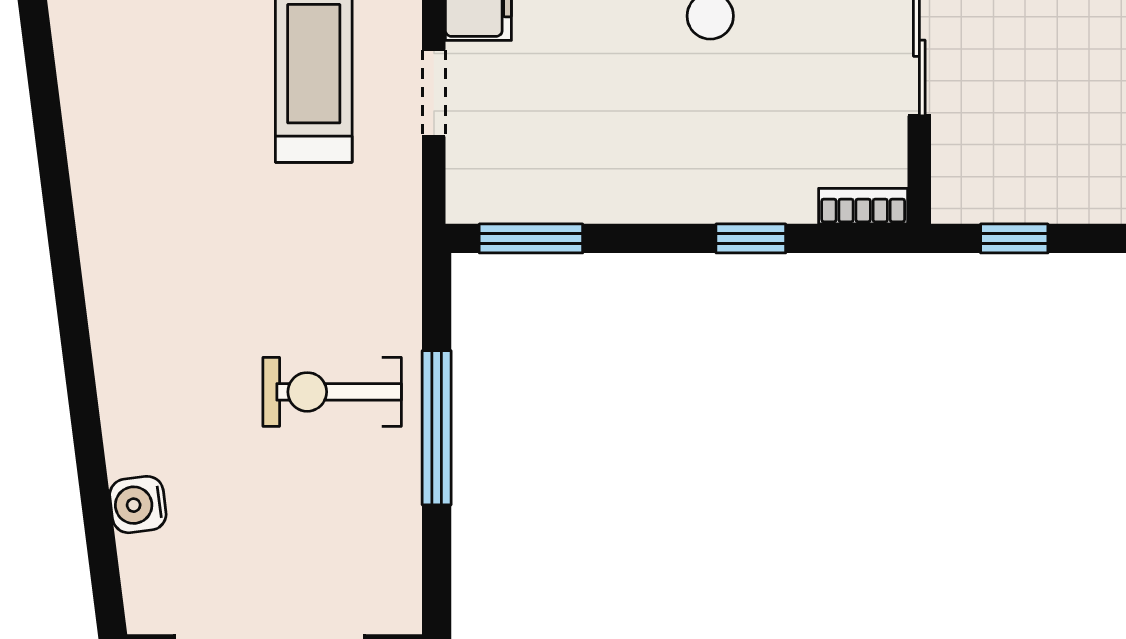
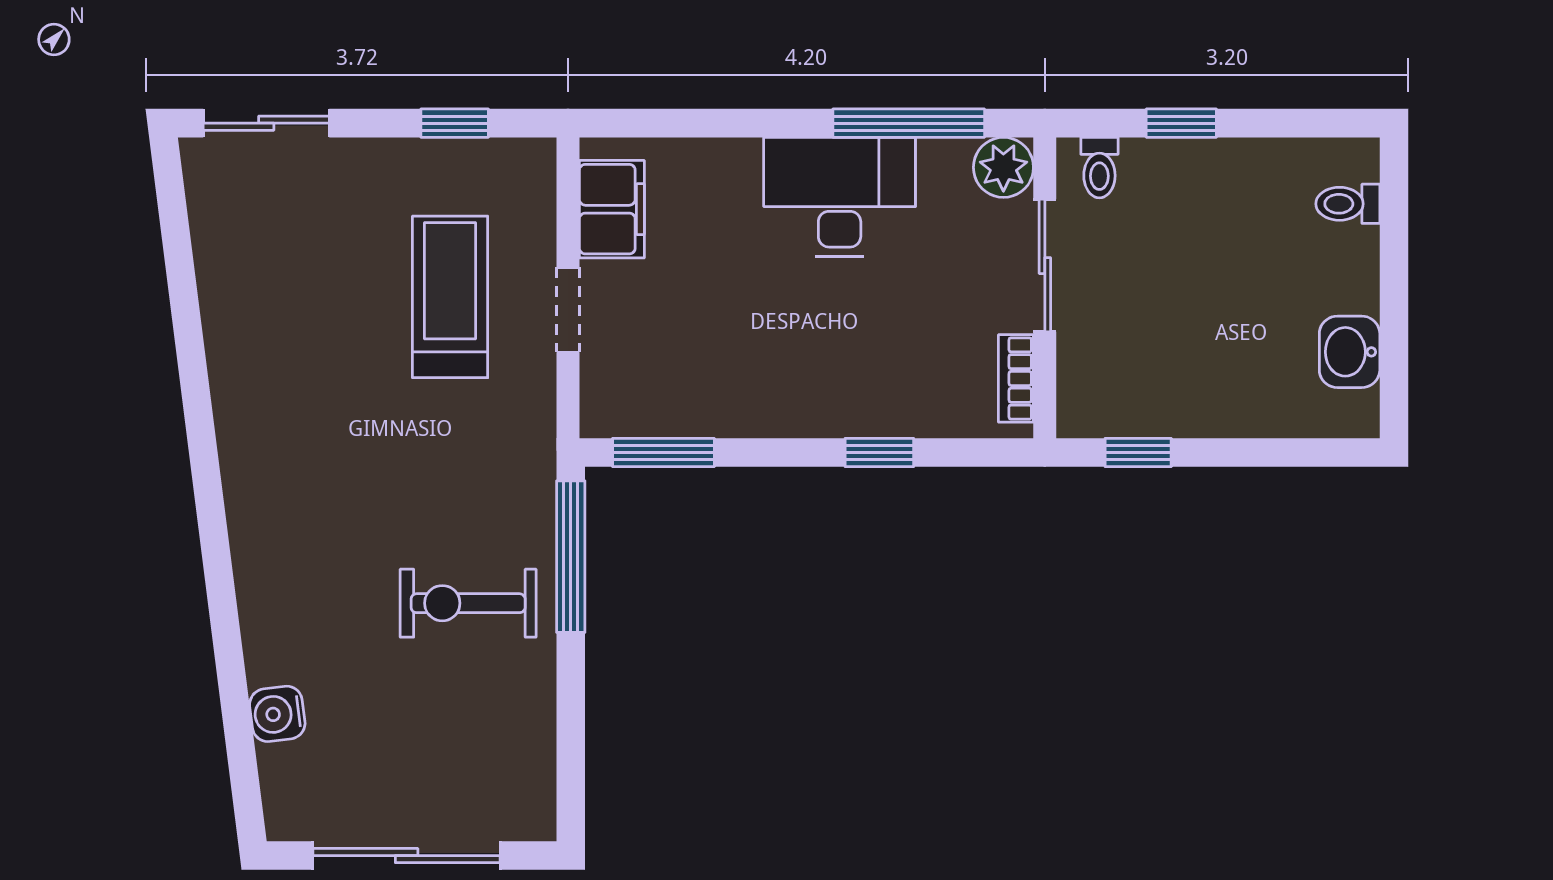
bookcase: (863, 206) -> (1016, 378), moved, turned -90
window: (437, 428) -> (571, 557), moved

